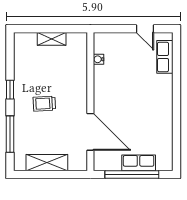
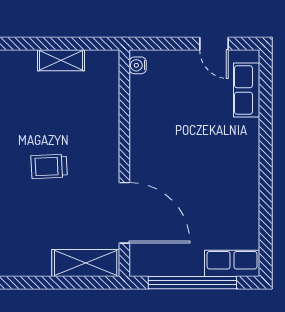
water cooler: (98, 59) -> (138, 65), moved
shelving: (47, 163) -> (86, 263), moved
row of seats: (139, 163) -> (232, 263), moved

